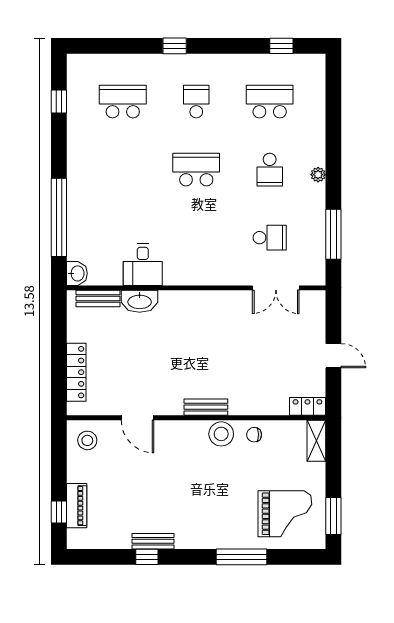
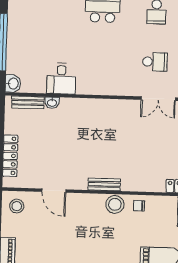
washbasin: (140, 301) -> (52, 103), width x0.52, depth x0.69

